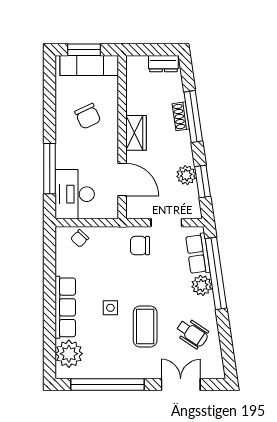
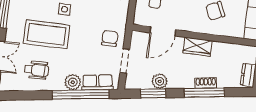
coffee table: (145, 327) -> (47, 34), width x1.36, depth x1.32
wheelchair: (192, 333) -> (37, 70), turned -124

